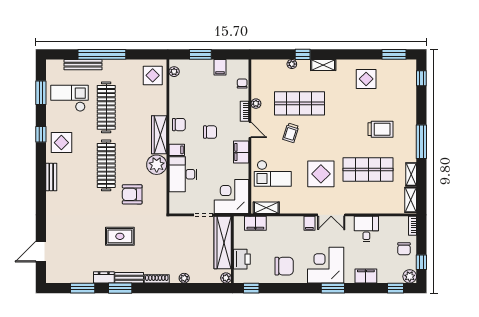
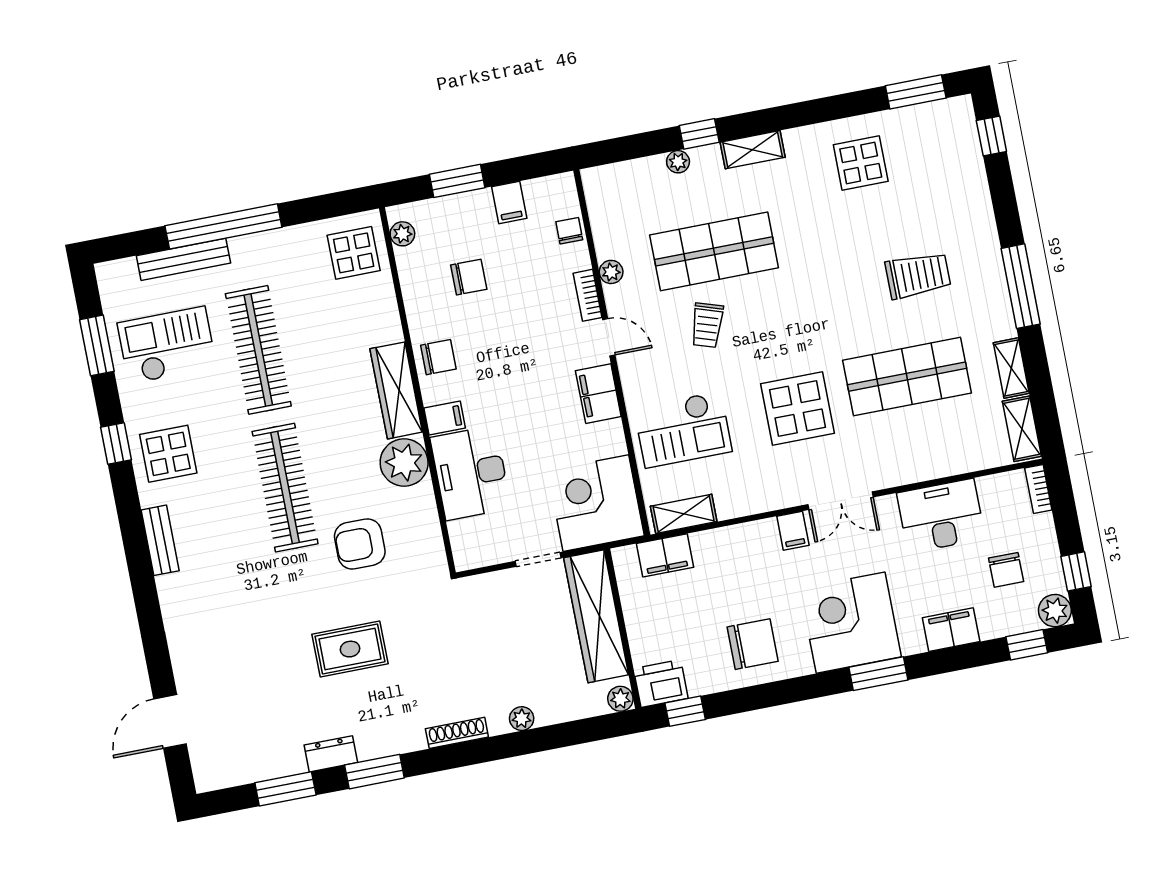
chair: (210, 132) -> (469, 277), moved
desk: (366, 229) -> (941, 516), width x1.37
chair: (404, 249) -> (1006, 570), moved
printer: (242, 259) -> (661, 683), moved, turned -90
bench: (129, 278) -> (391, 743), removed

